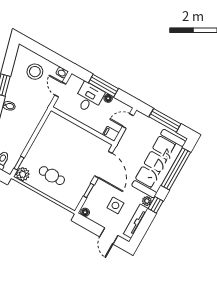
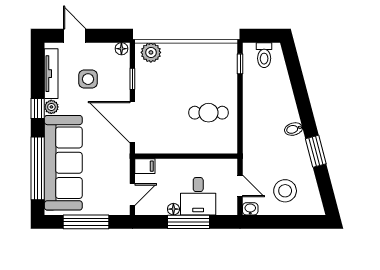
plant: (23, 174) -> (151, 52), moved
cafe table: (52, 176) -> (209, 113), moved

